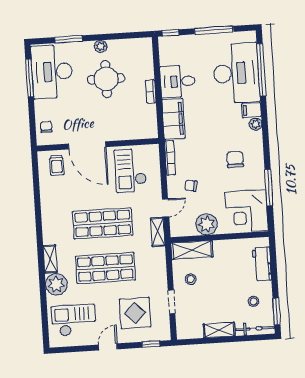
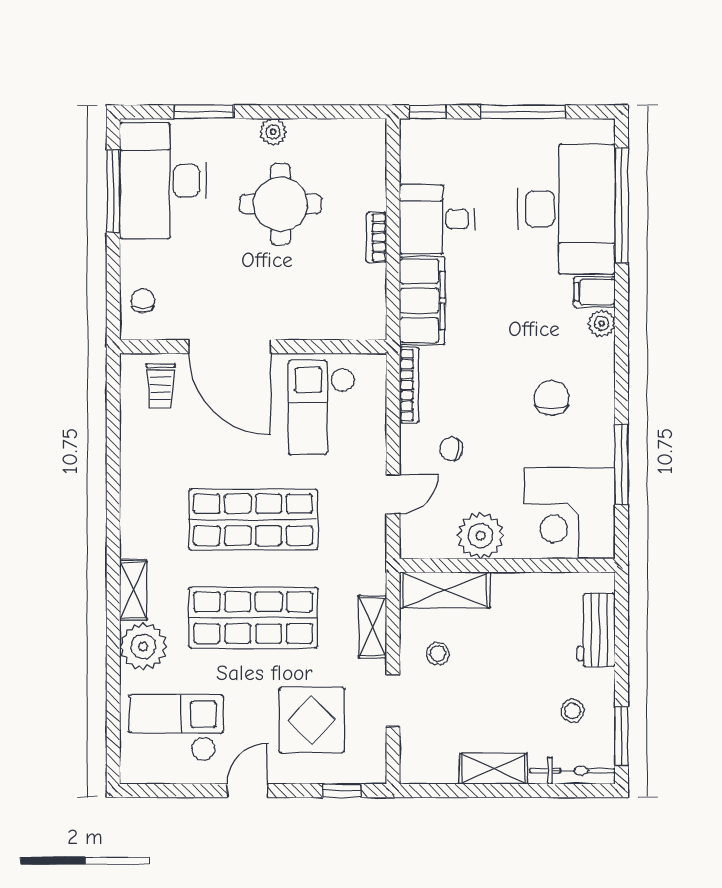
shelving: (158, 232) -> (373, 627), moved

